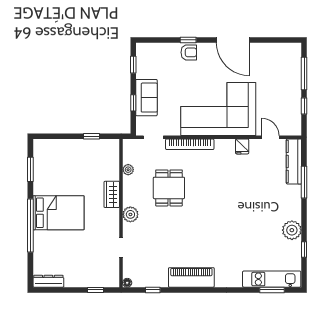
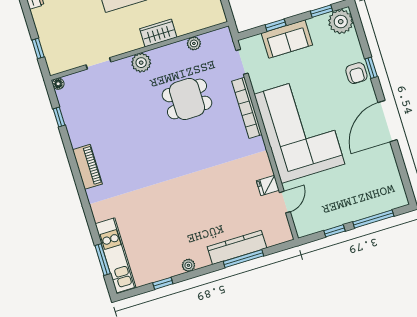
plant: (146, 52) -> (341, 22), added
fridge: (242, 146) -> (268, 186), moved
kitchen counter: (294, 161) -> (237, 247), moved
plant: (292, 230) -> (188, 265), width x0.53, depth x0.53
piano: (191, 277) -> (87, 167), width x0.73, depth x0.75

